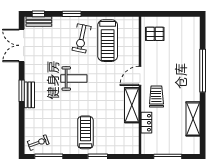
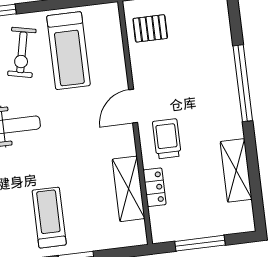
shelving: (132, 105) -> (129, 189), moved

